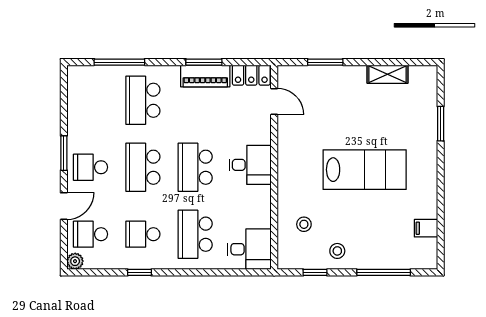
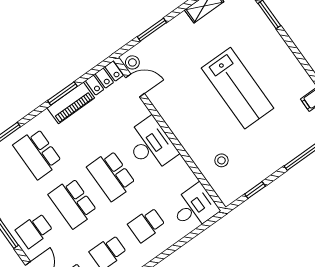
desk: (250, 165) -> (151, 145), width x1.37
lab bench: (365, 170) -> (238, 88), turned 90
school desk: (195, 234) -> (147, 225), width x0.54
stool: (337, 251) -> (132, 62), moved

